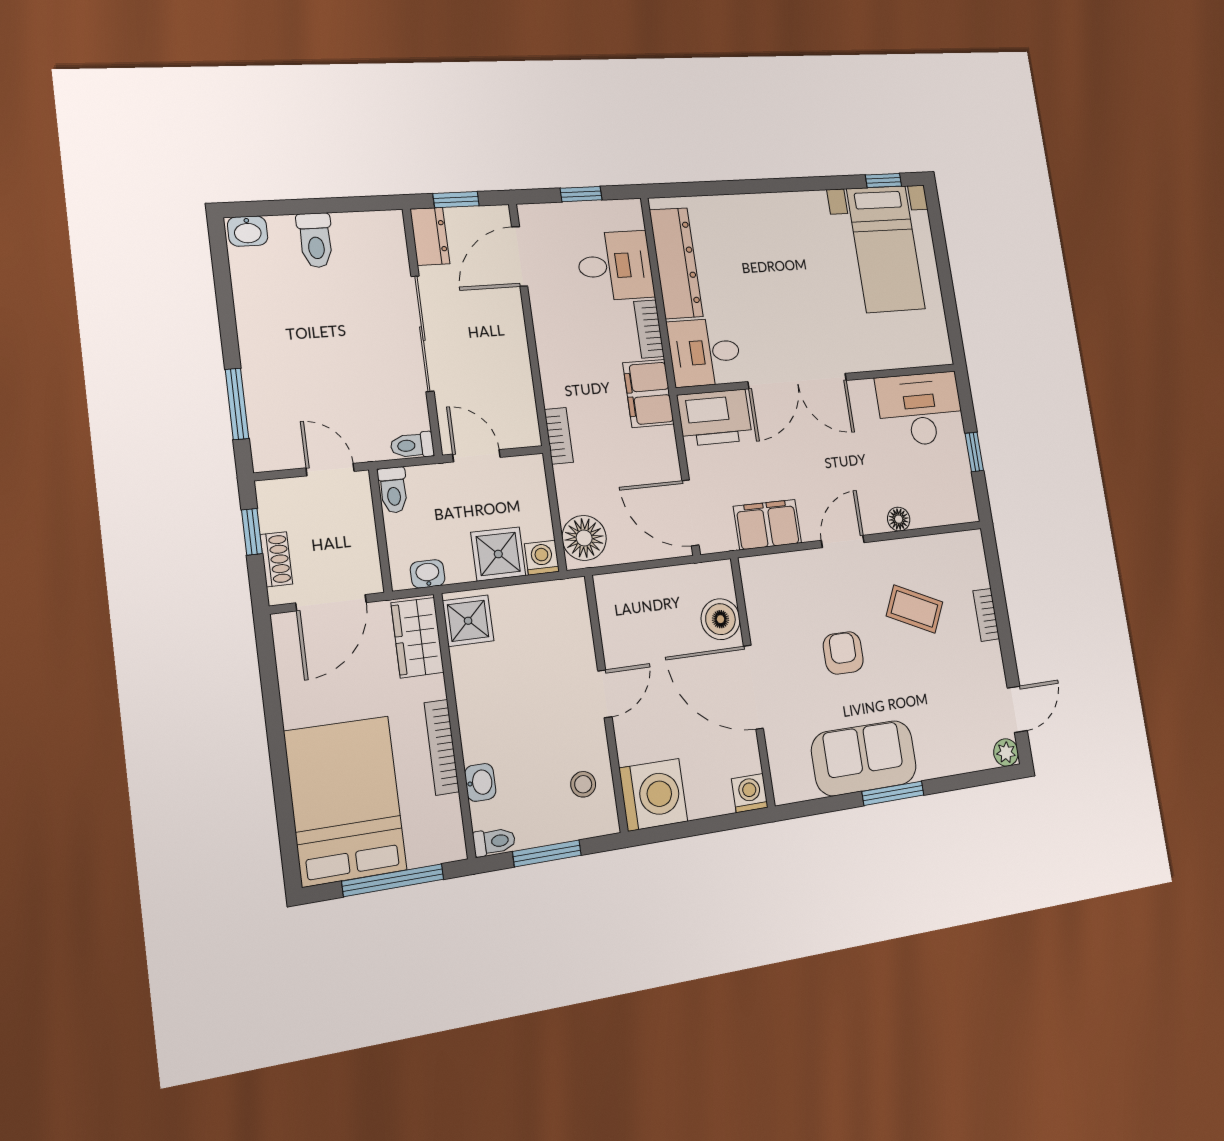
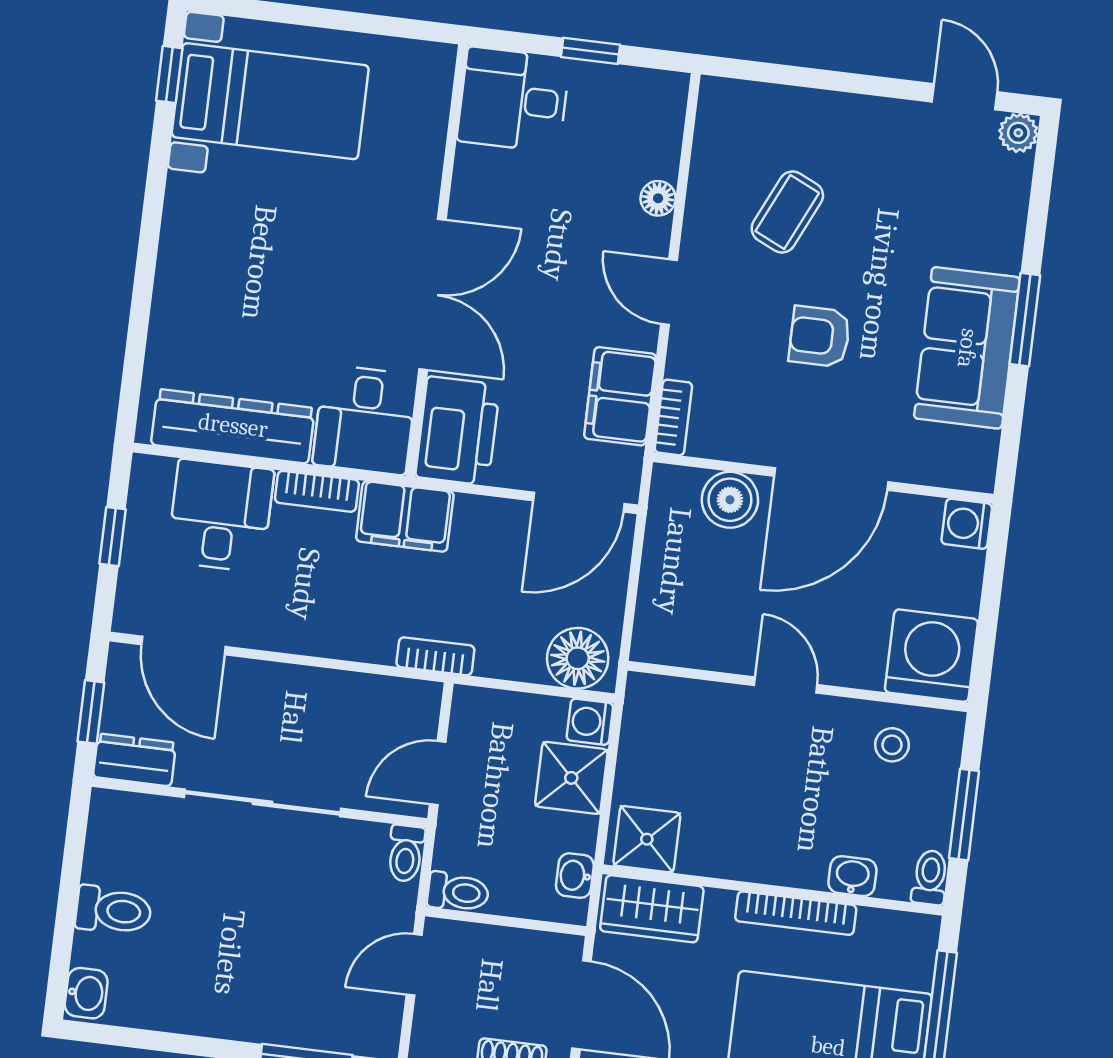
desk: (920, 409) -> (513, 100), width x0.73
bookcase: (986, 615) -> (673, 417), moved, turned -90

